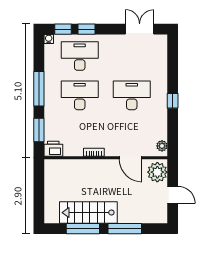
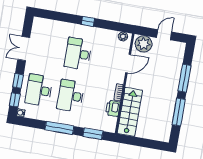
double door: (140, 29) -> (24, 49), moved
printer: (53, 149) -> (113, 108), moved
stairs: (88, 213) -> (130, 112), moved, turned 180

